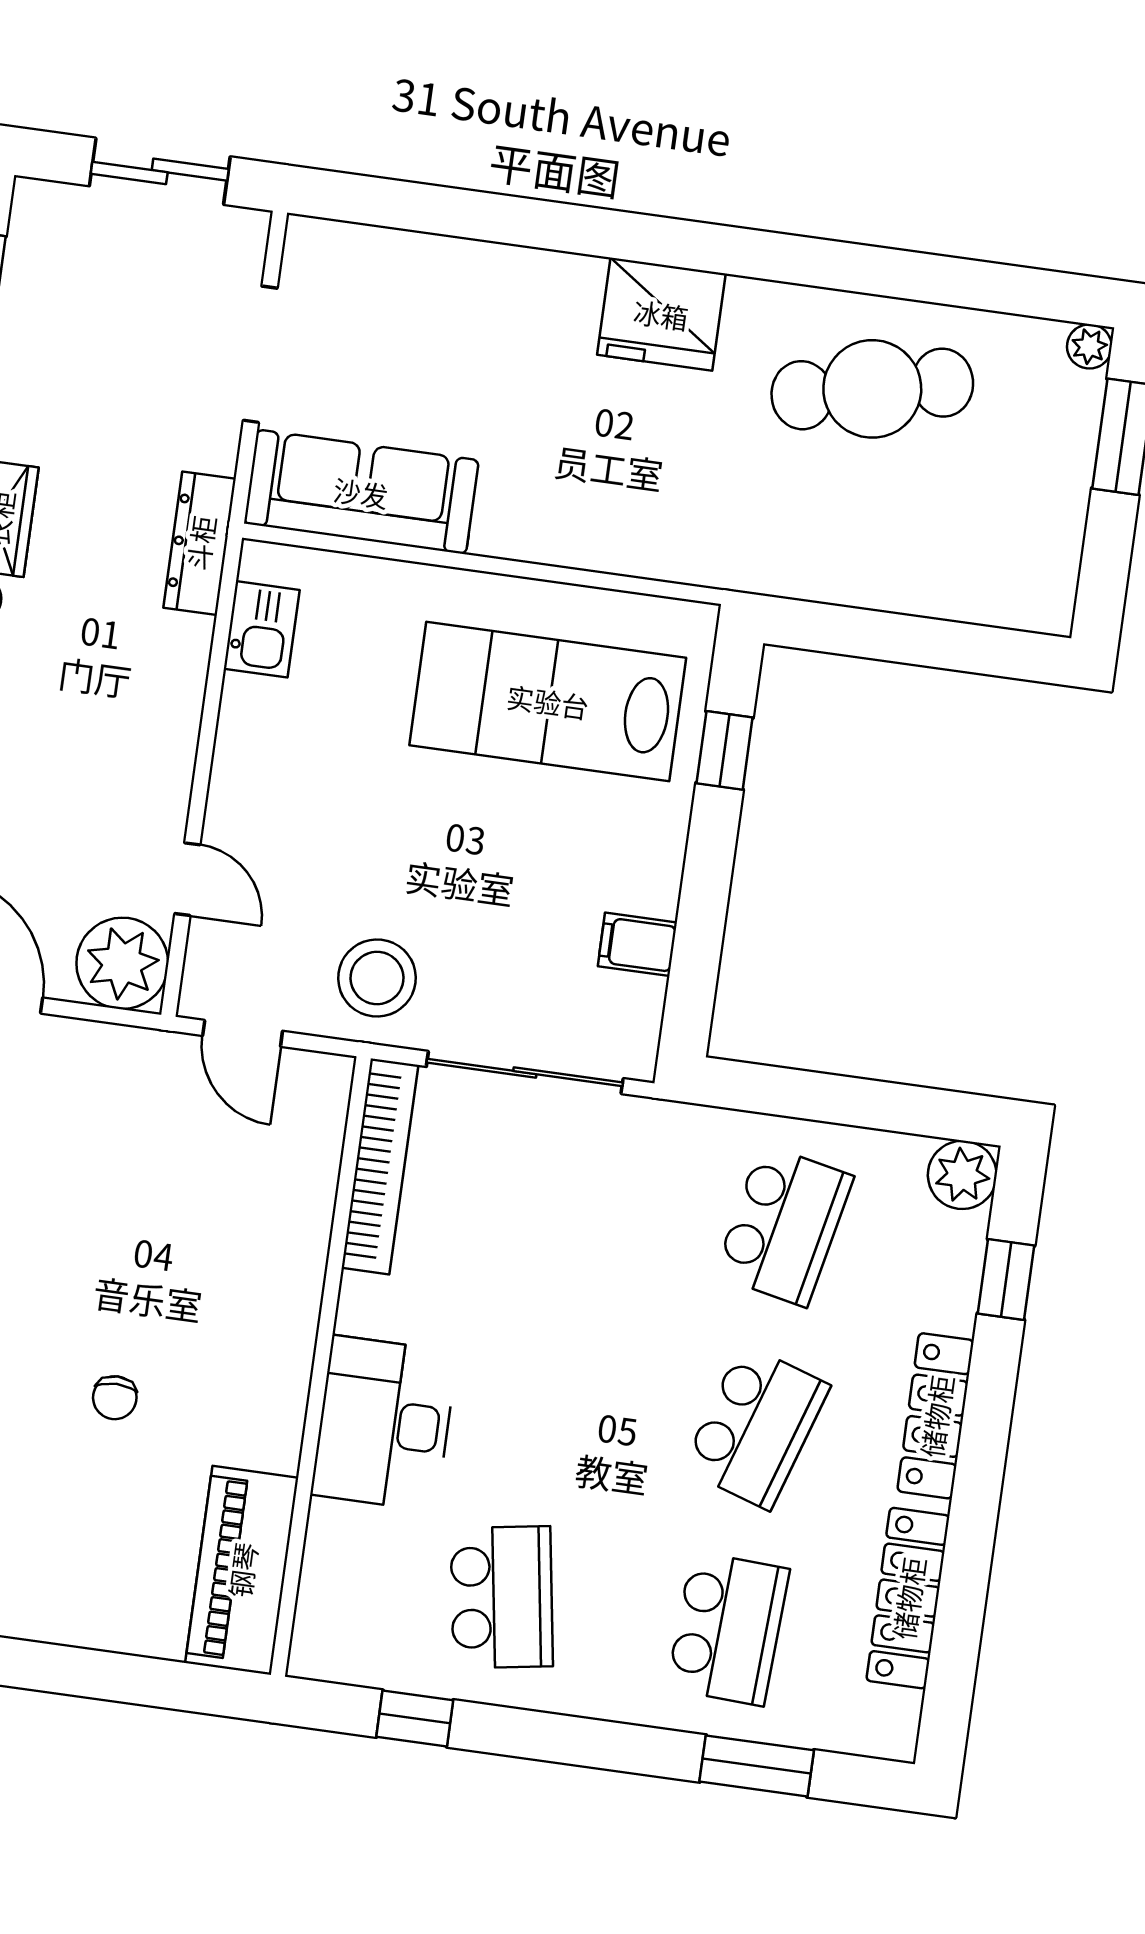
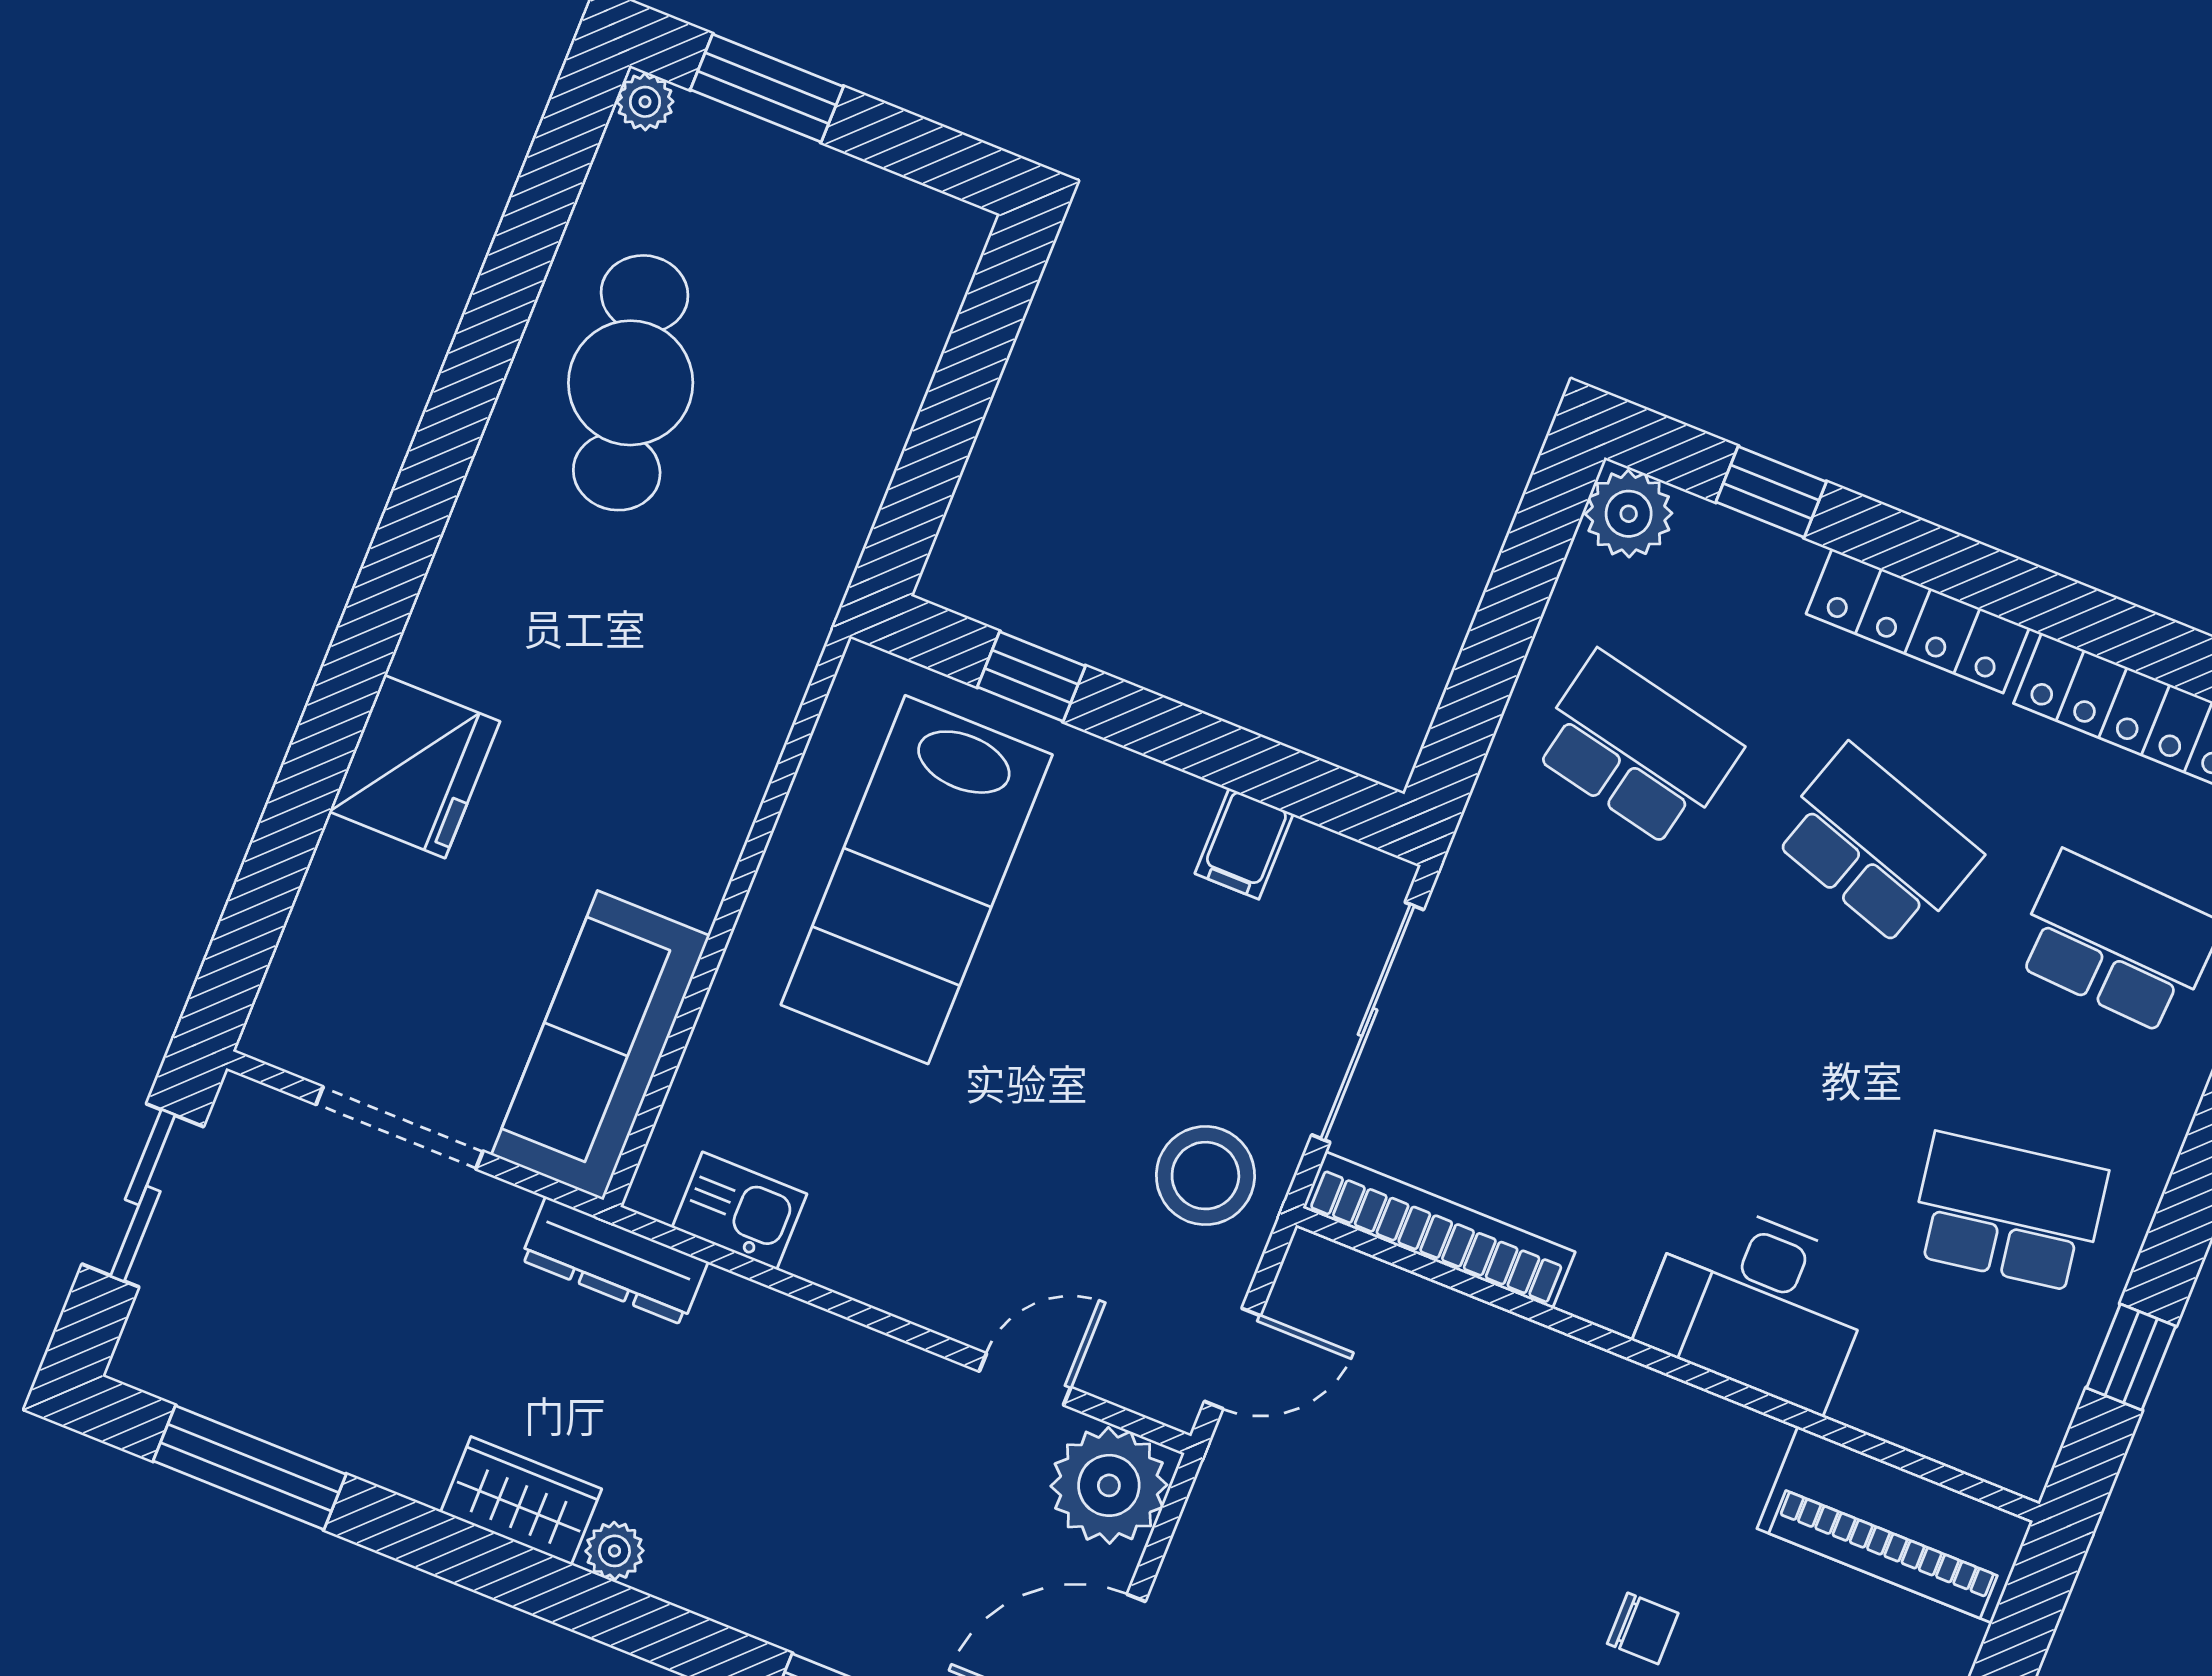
fridge: (661, 314) -> (415, 767), moved

